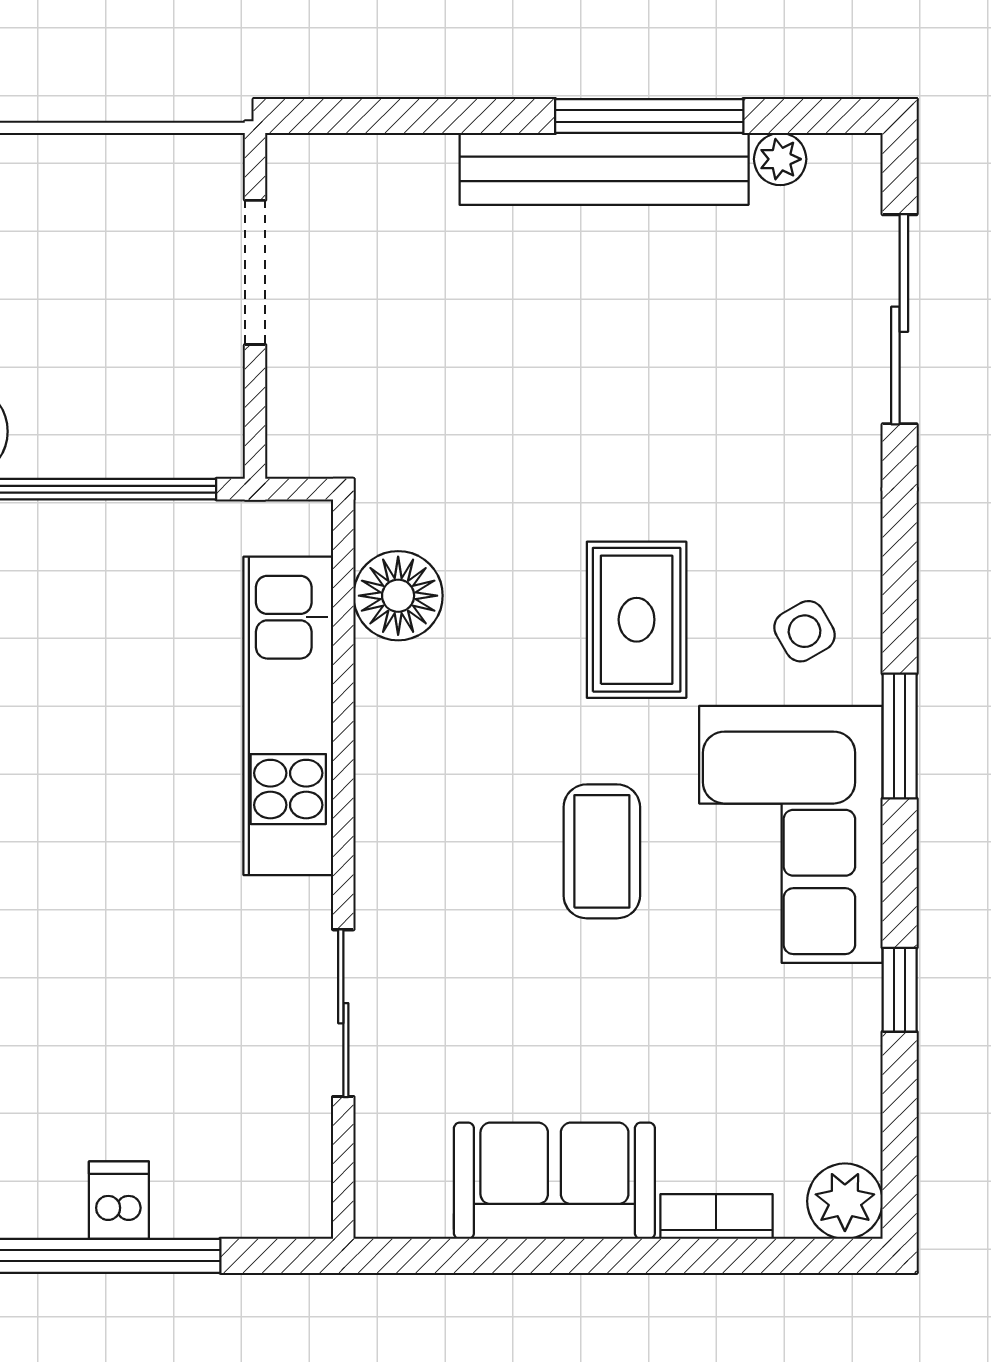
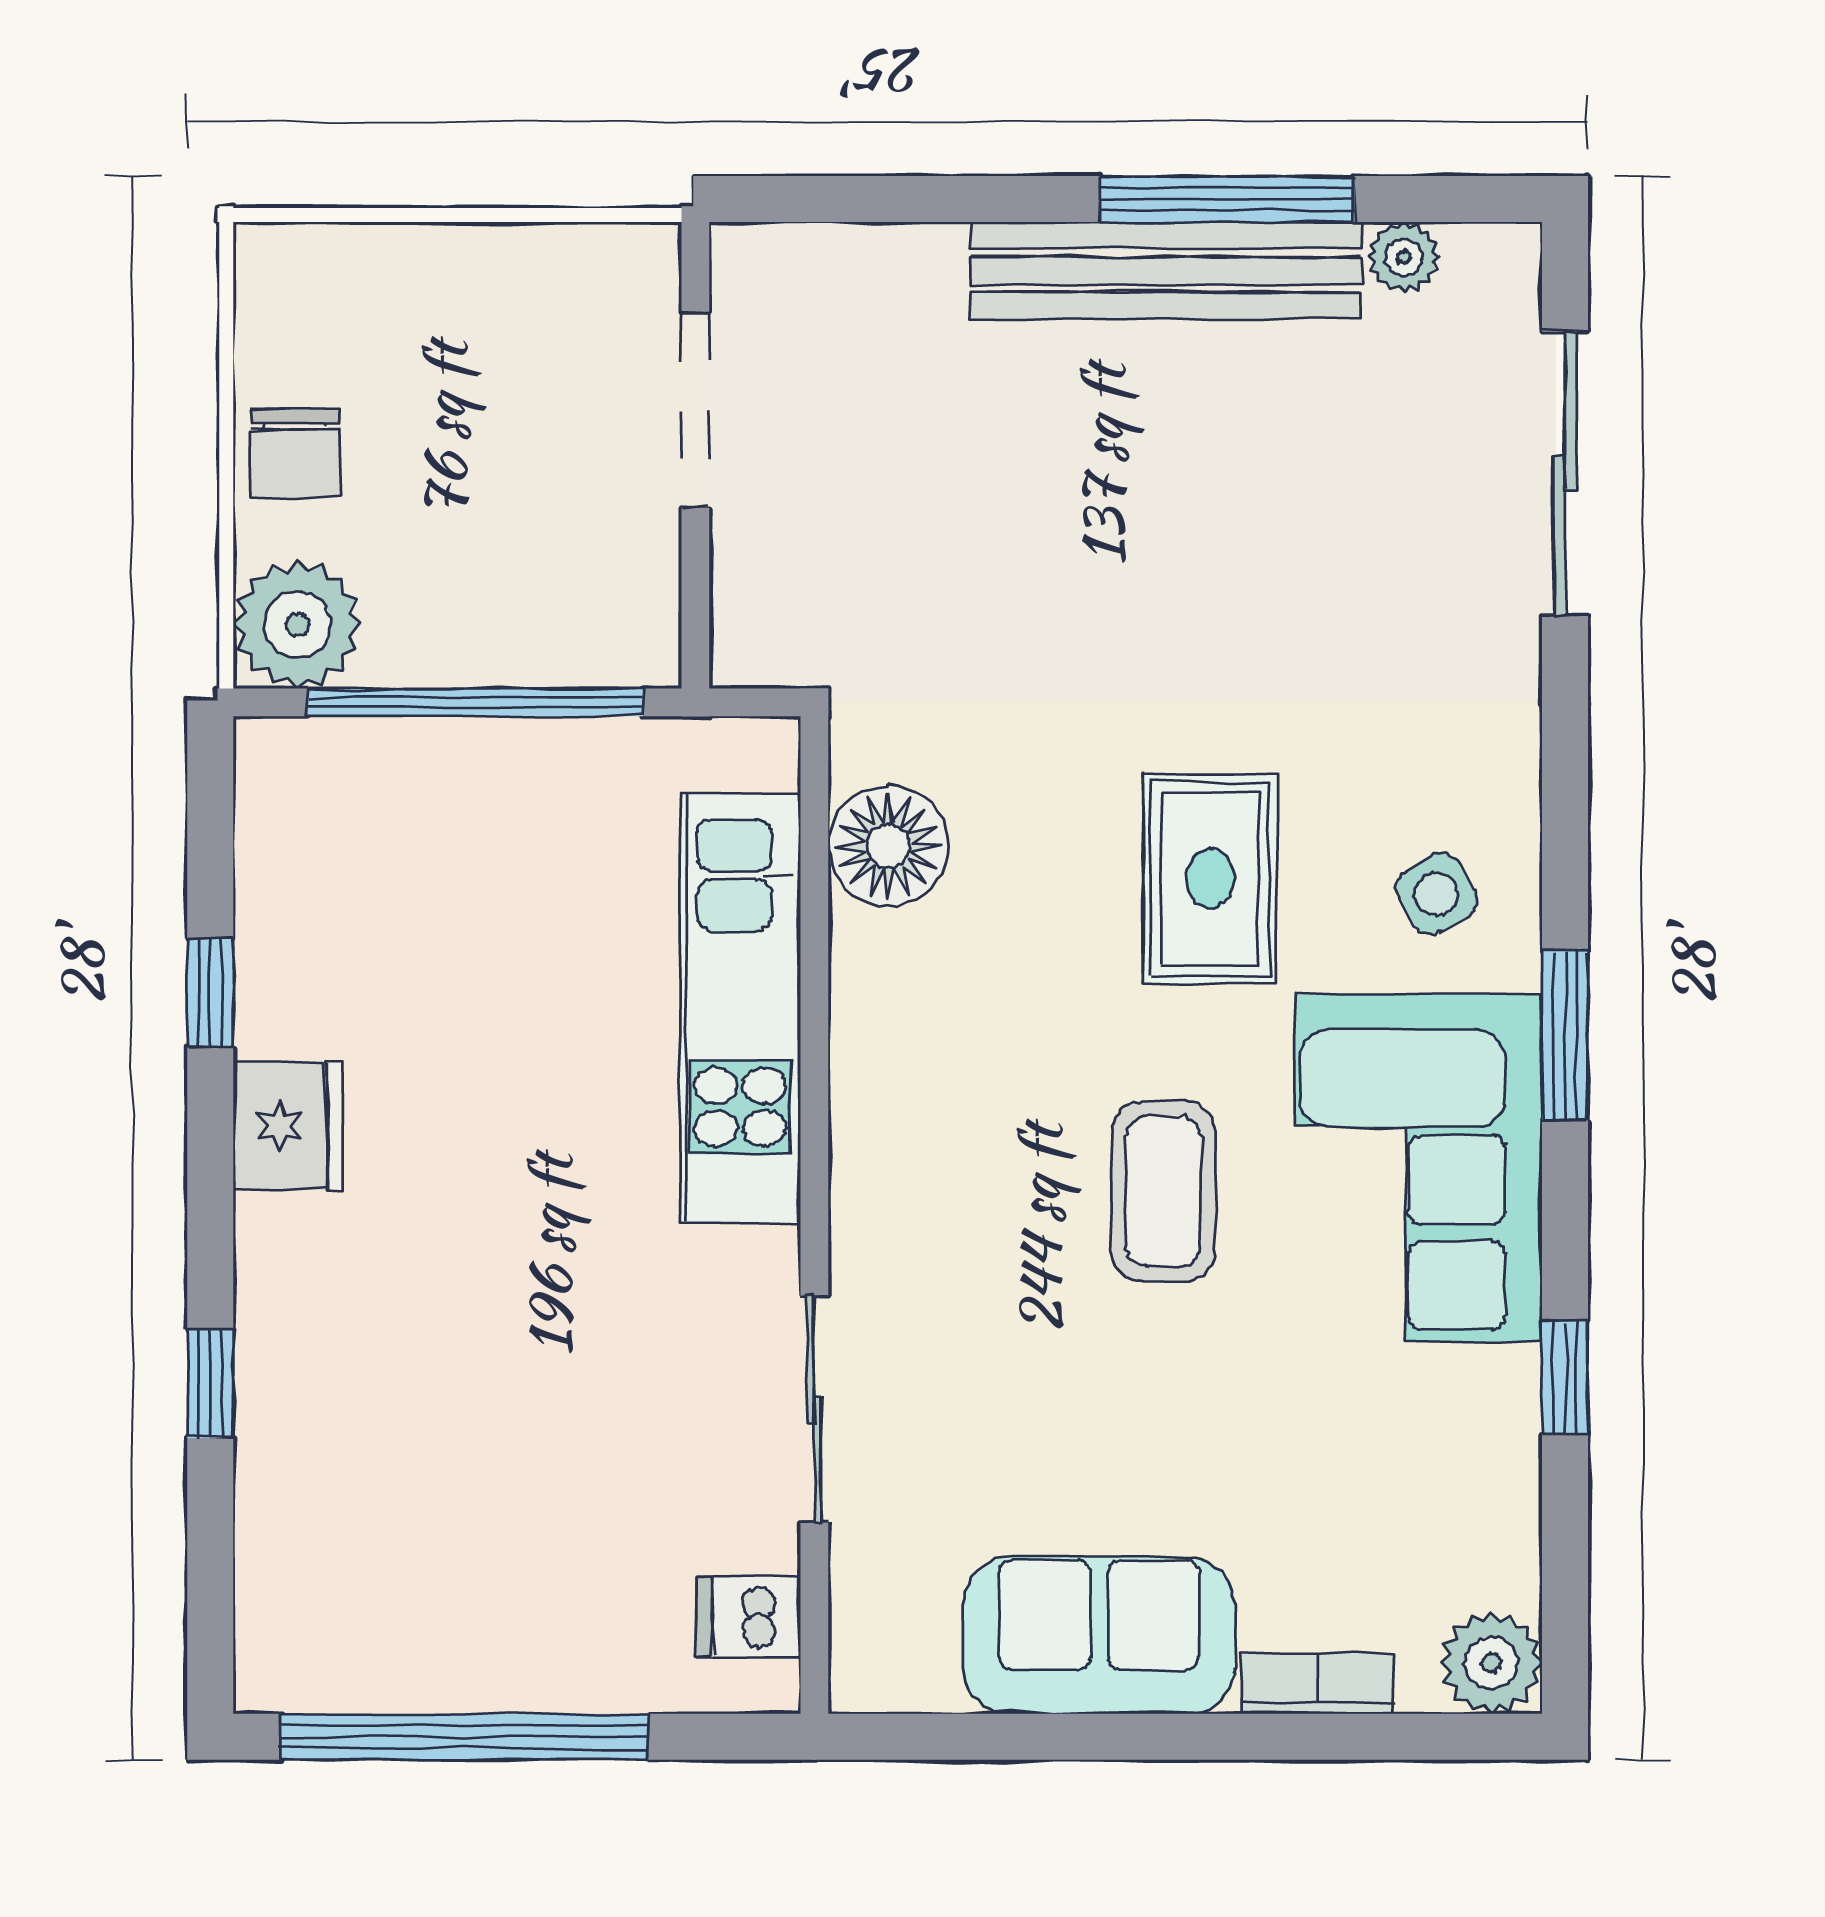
dishwasher: (119, 1200) -> (748, 1616), moved, turned -90

